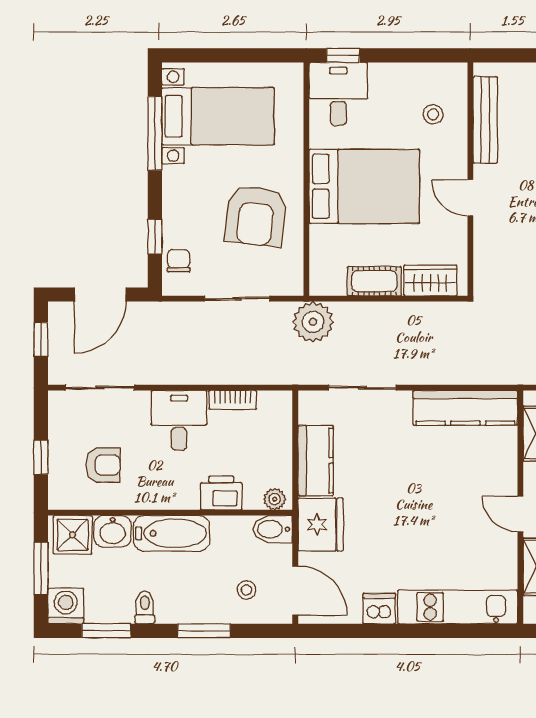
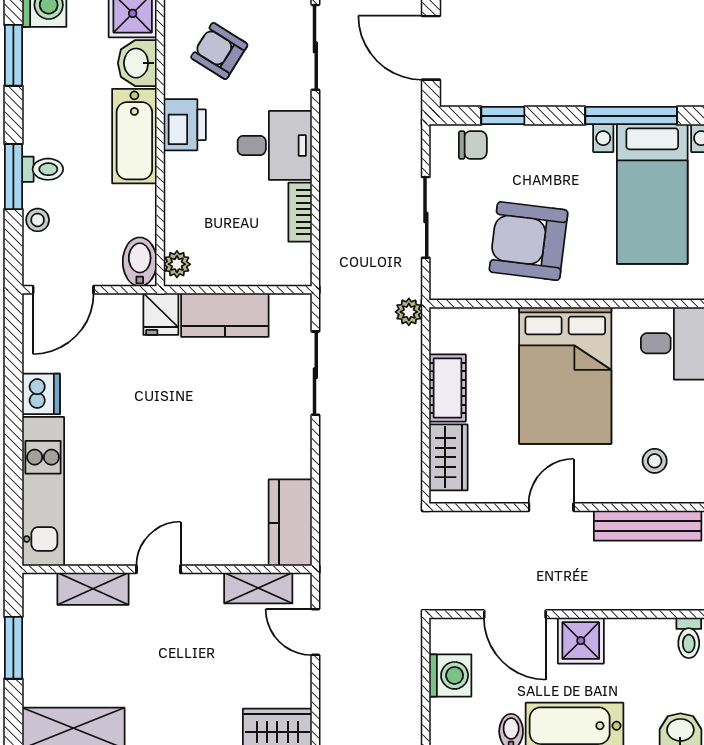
plant: (313, 322) -> (409, 312), width x0.53, depth x0.53
kitchen counter: (465, 408) -> (290, 523), width x0.67
armchair: (103, 465) -> (219, 51), turned 122
printer: (221, 493) -> (185, 125), moved
fridge: (321, 525) -> (161, 314), width x0.53, depth x0.75
stool: (247, 590) -> (38, 220), moved
toilet: (145, 607) -> (43, 169), moved

